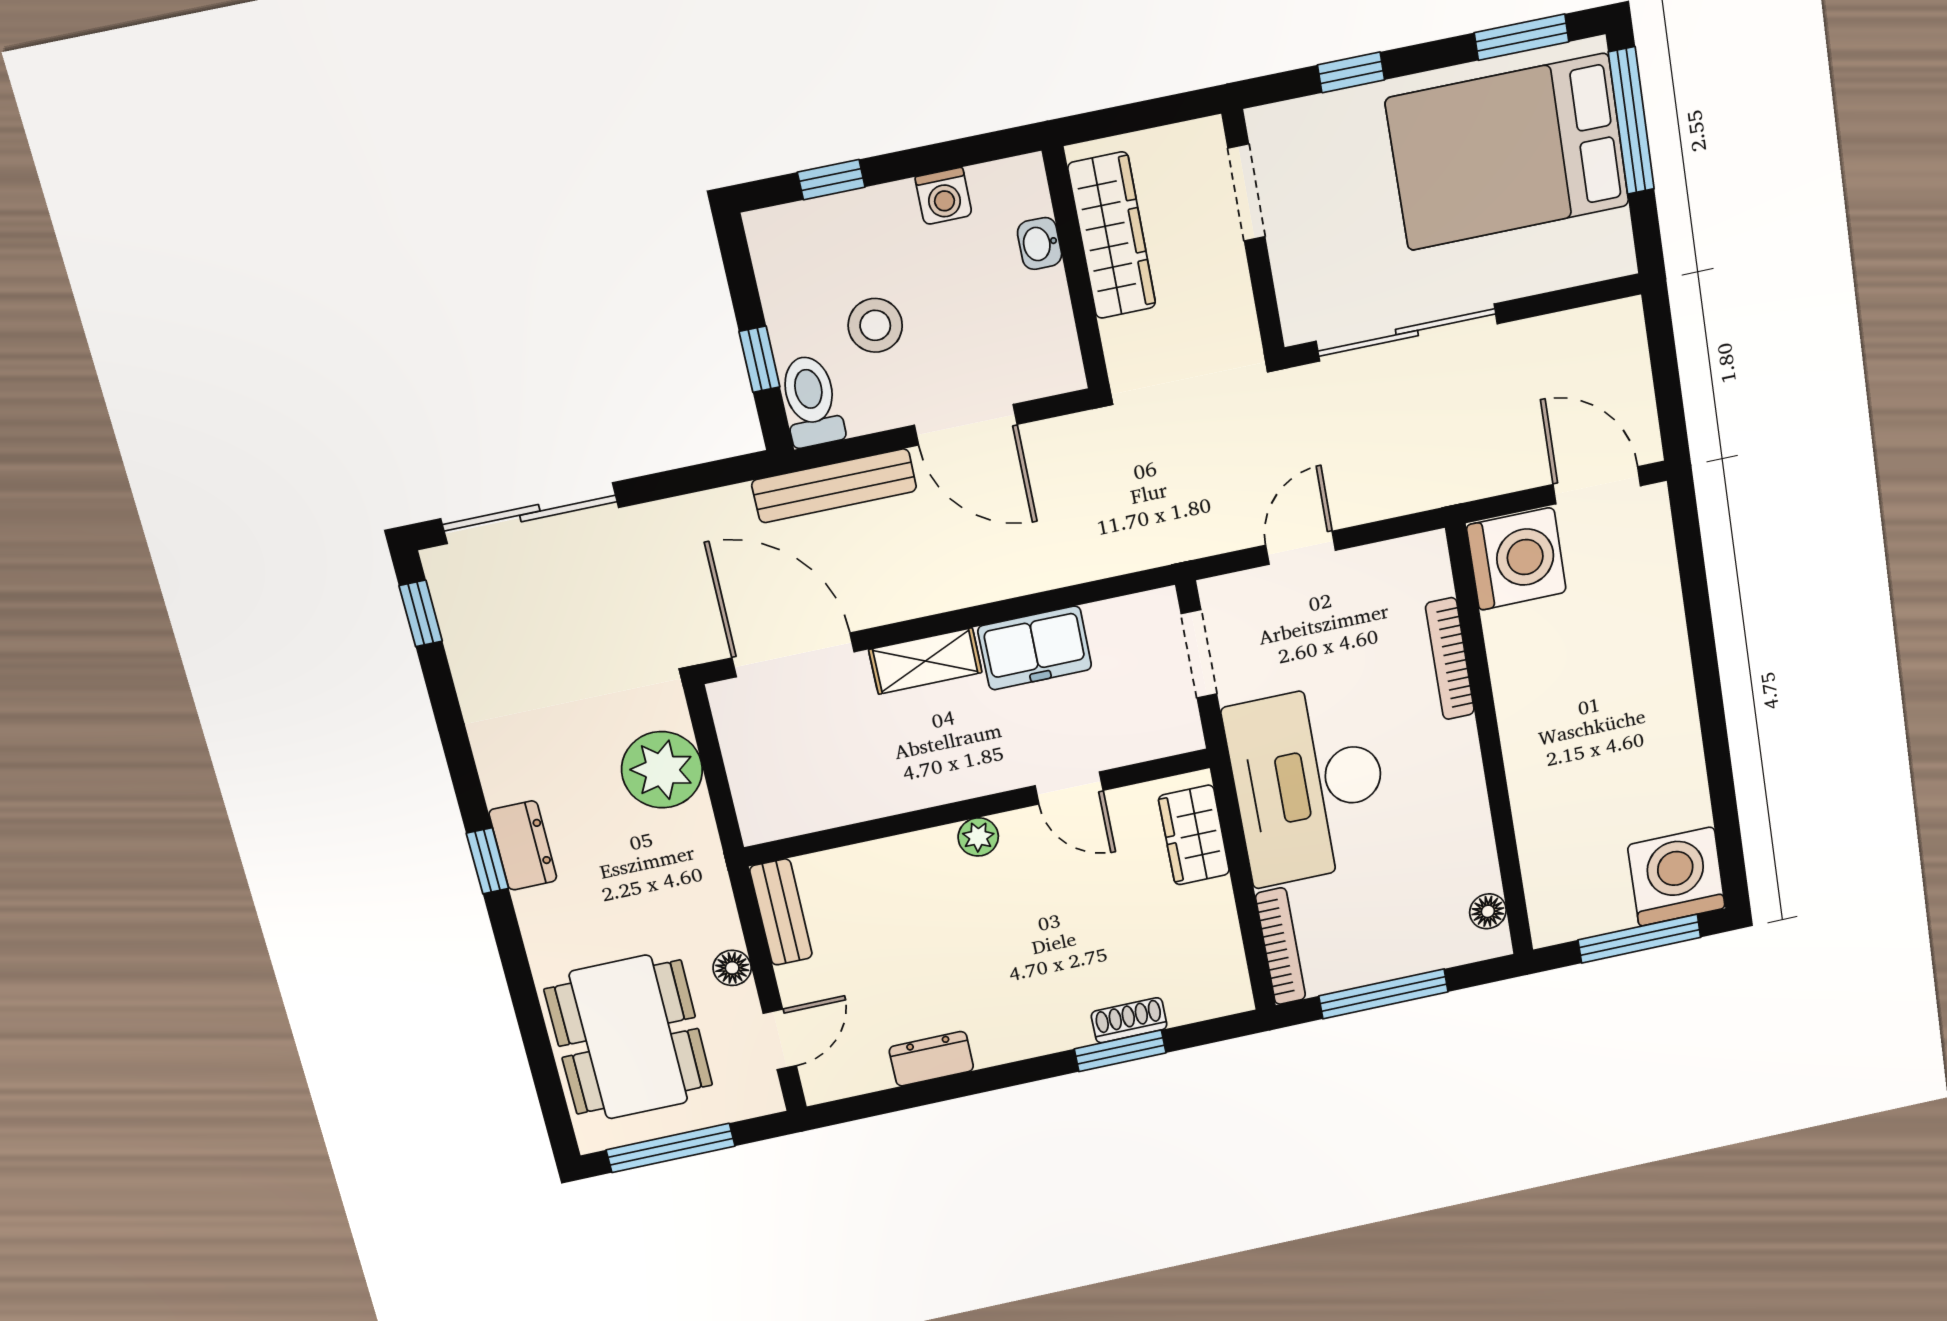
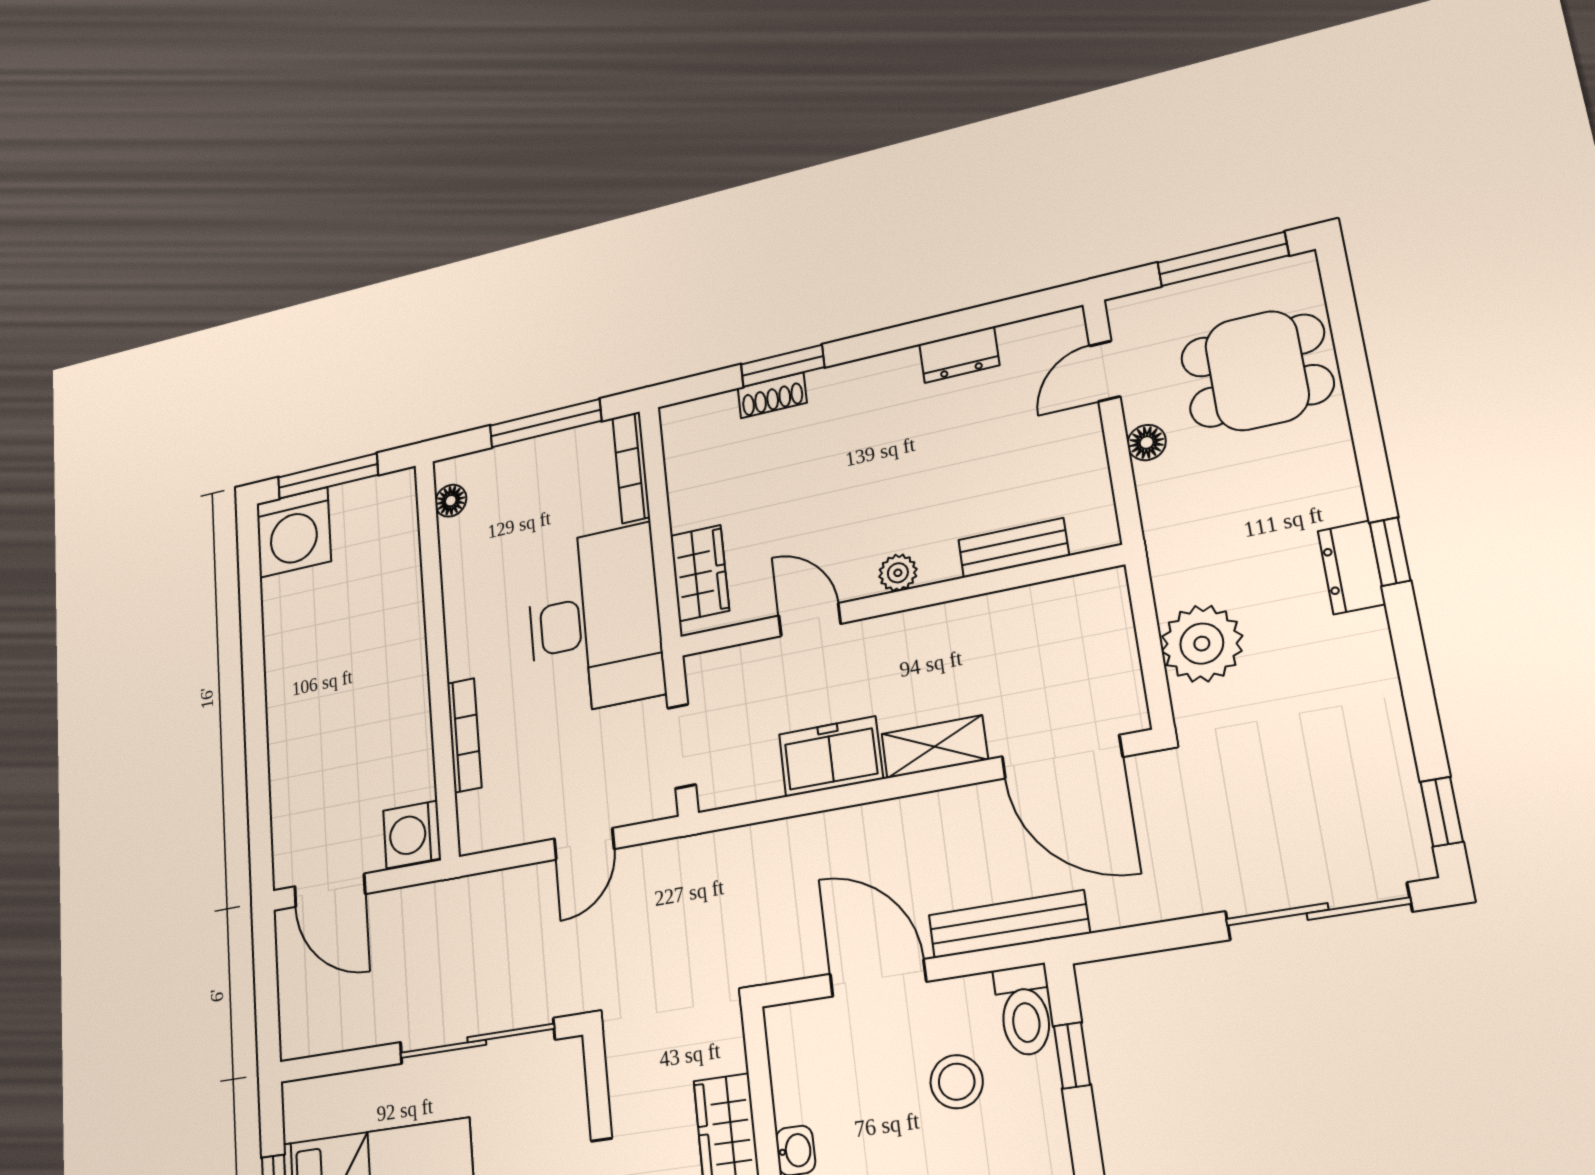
washing machine: (1516, 559) -> (412, 834), width x0.73, depth x0.73
bench: (781, 912) -> (1013, 548), moved, turned 90
dining table: (629, 1037) -> (1257, 371), width x0.73

